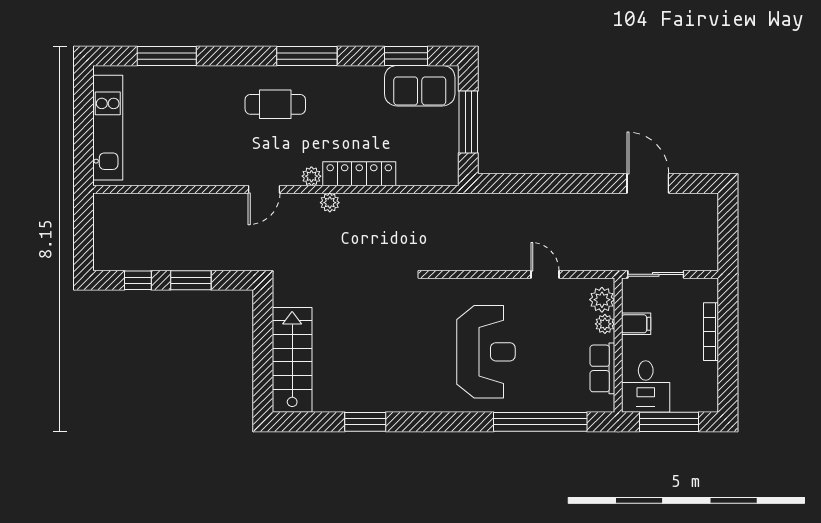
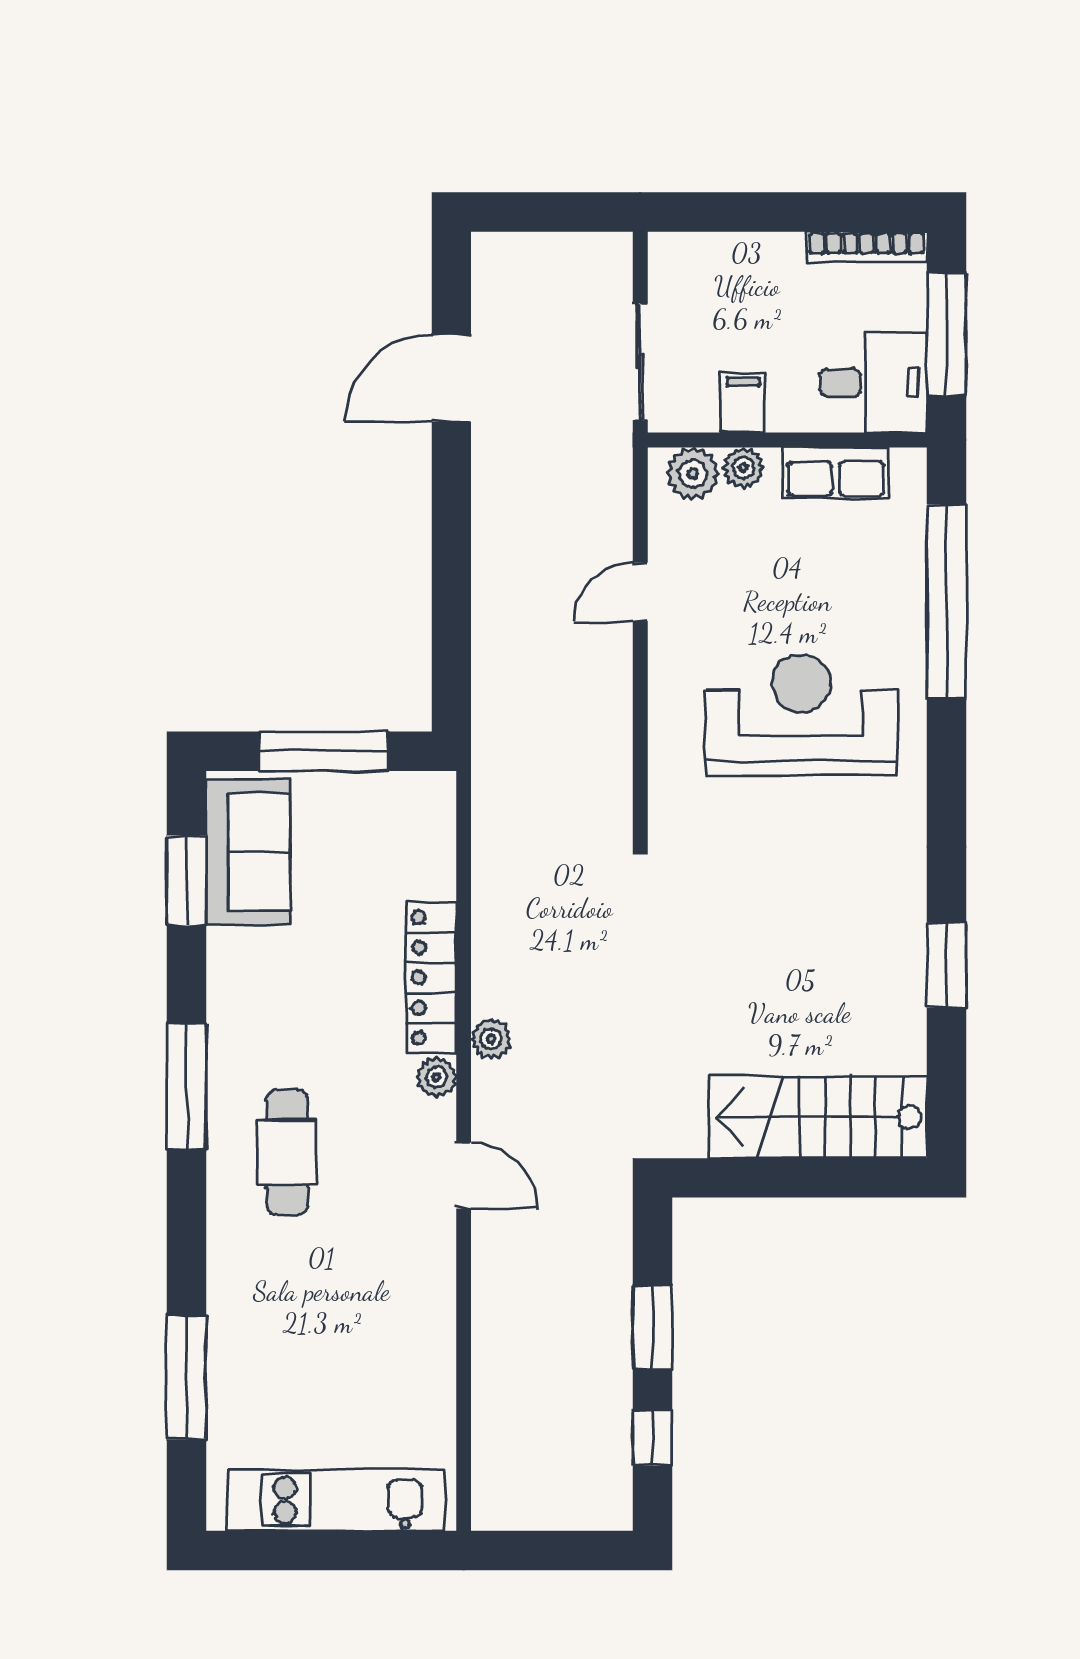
bookcase: (711, 332) -> (867, 247), moved

